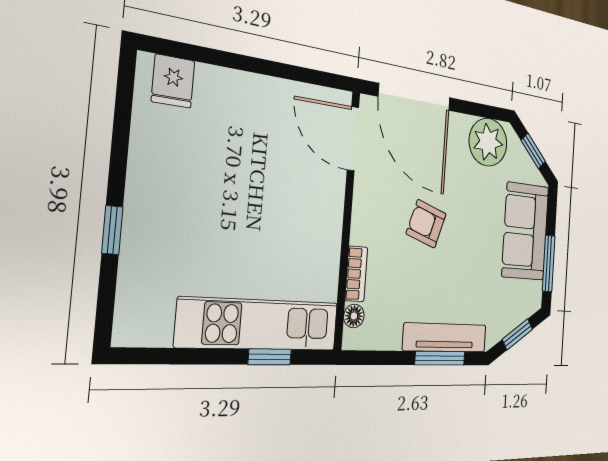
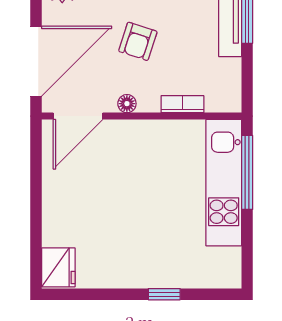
fridge: (173, 81) -> (58, 267), width x1.38
floor lamp: (354, 316) -> (127, 104), moved
window: (270, 357) -> (247, 172), width x2.17

